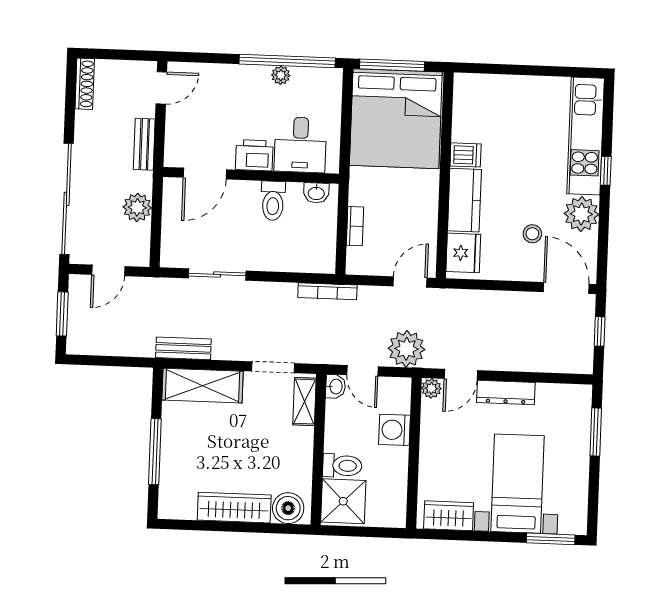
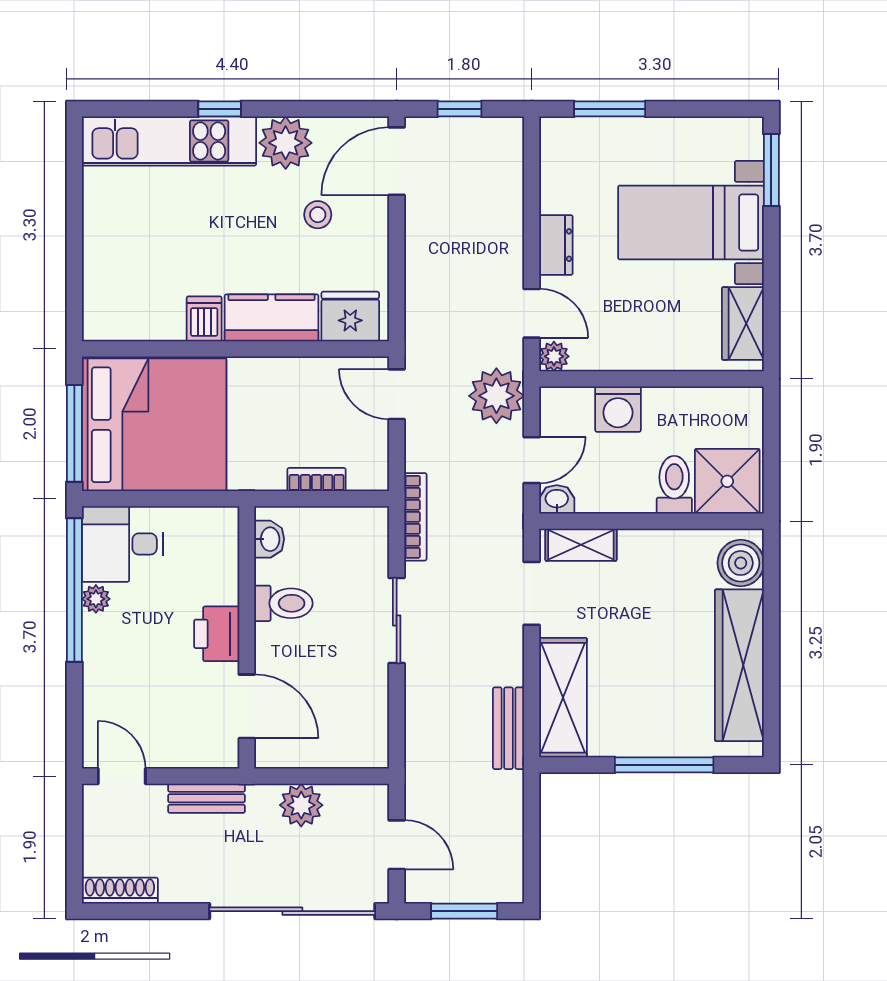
desk: (300, 145) -> (123, 544), moved, turned 180
sliding door: (217, 275) -> (397, 621), moved
dresser: (506, 392) -> (556, 245), width x0.70
wardrobe: (234, 508) -> (739, 665), width x1.40, depth x1.17

